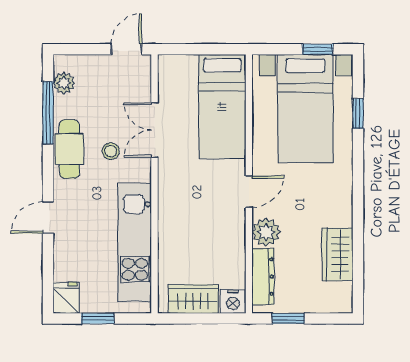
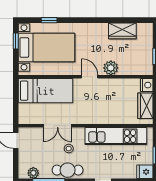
dresser: (263, 277) -> (134, 69), removed

